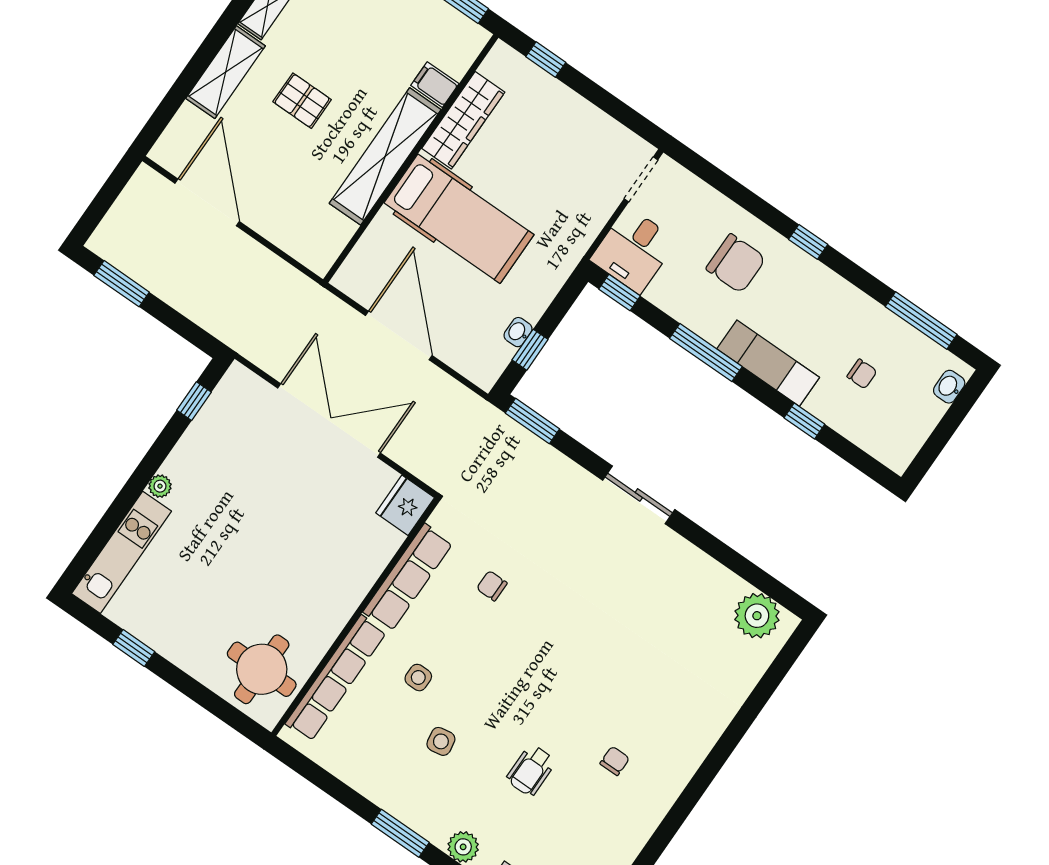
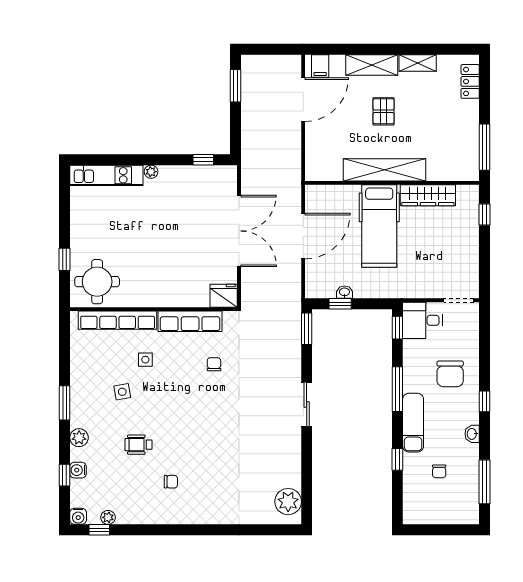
filing cabinet: (435, 85) -> (320, 66), moved, turned 180
washbasin: (949, 387) -> (472, 434), moved, turned -90
window: (134, 648) -> (65, 259), moved

